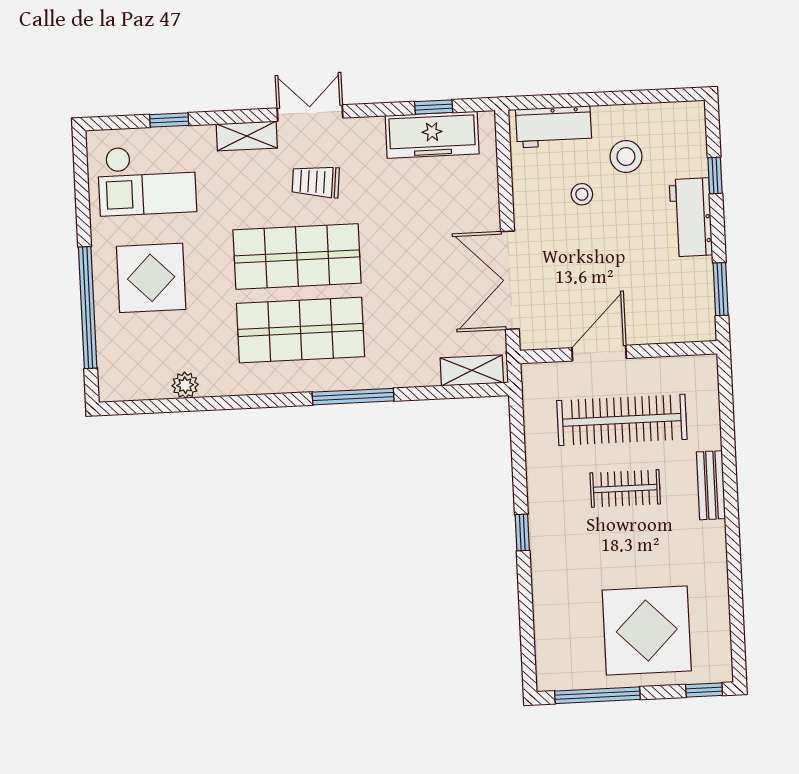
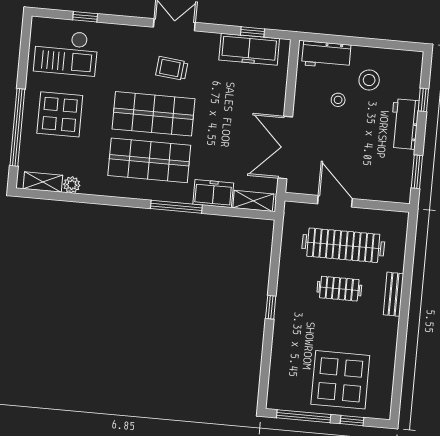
shelving: (247, 136) -> (43, 182), moved
door: (599, 353) -> (335, 201), hinge flipped
freezer: (408, 368) -> (213, 194), added
window: (704, 690) -> (352, 421), moved

